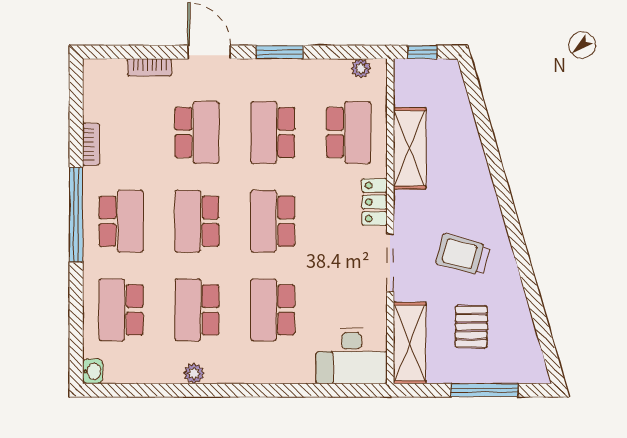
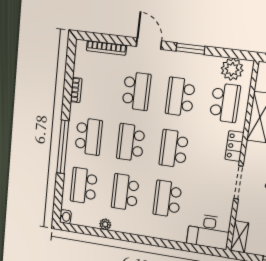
bookcase: (150, 67) -> (106, 48), width x1.56
plant: (361, 68) -> (232, 69), width x1.88, depth x1.88
window: (76, 215) -> (63, 147), moved
shelving: (410, 343) -> (239, 237), width x0.67, depth x0.75
plant: (194, 373) -> (105, 224), moved

